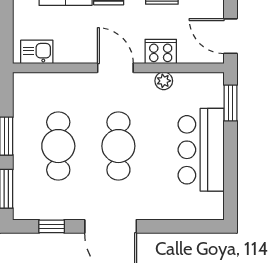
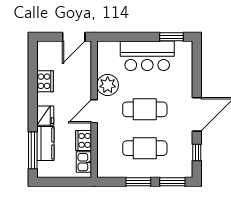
cooker: (161, 51) -> (84, 140), moved
plant: (164, 81) -> (108, 85), width x1.88, depth x1.88
window: (231, 103) -> (171, 37), moved

